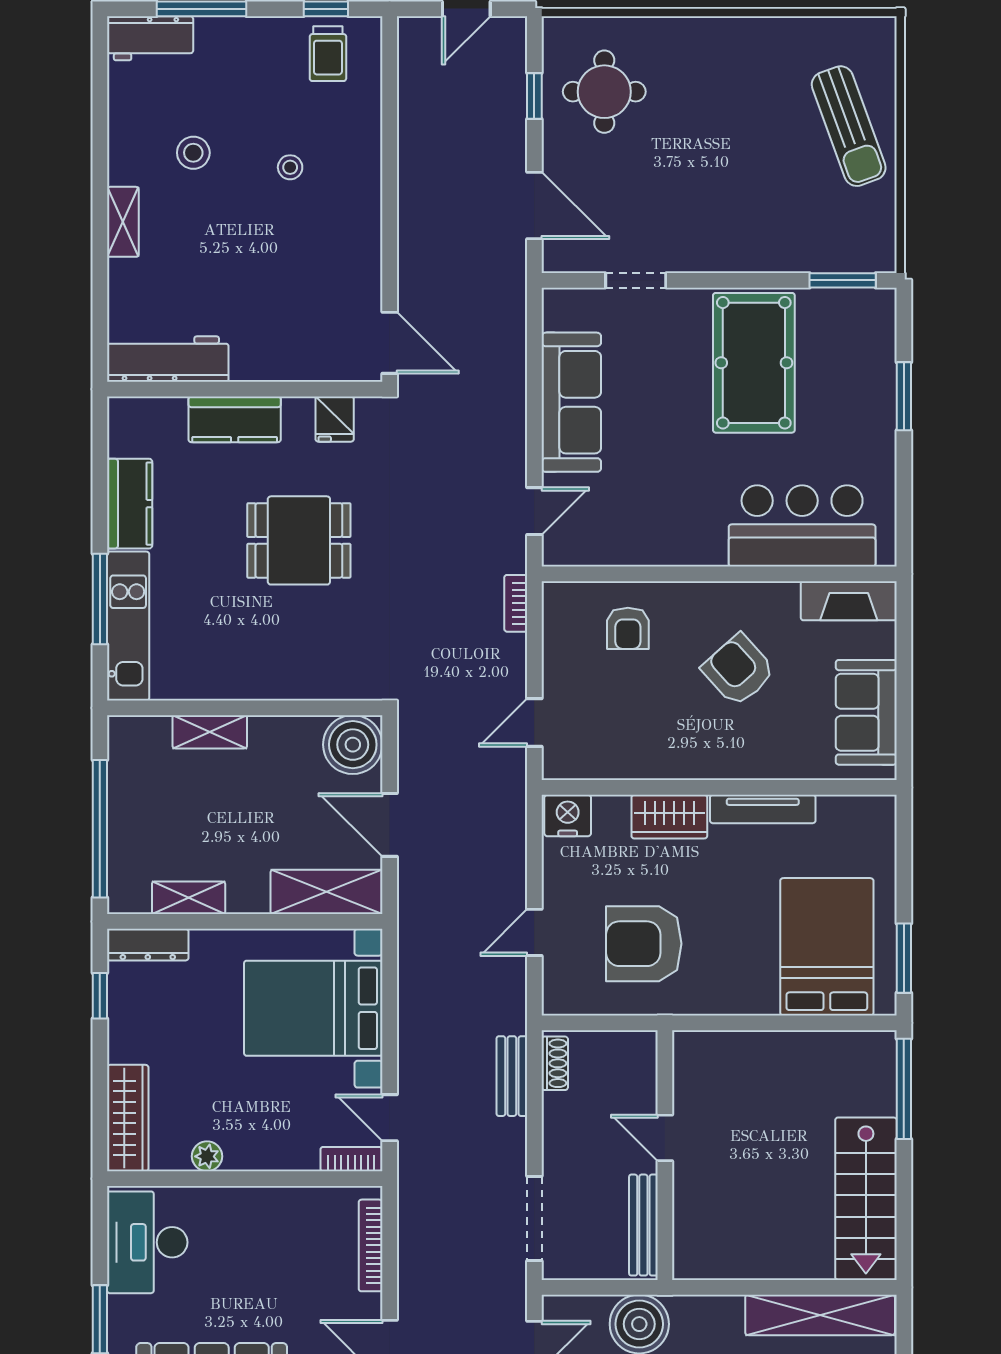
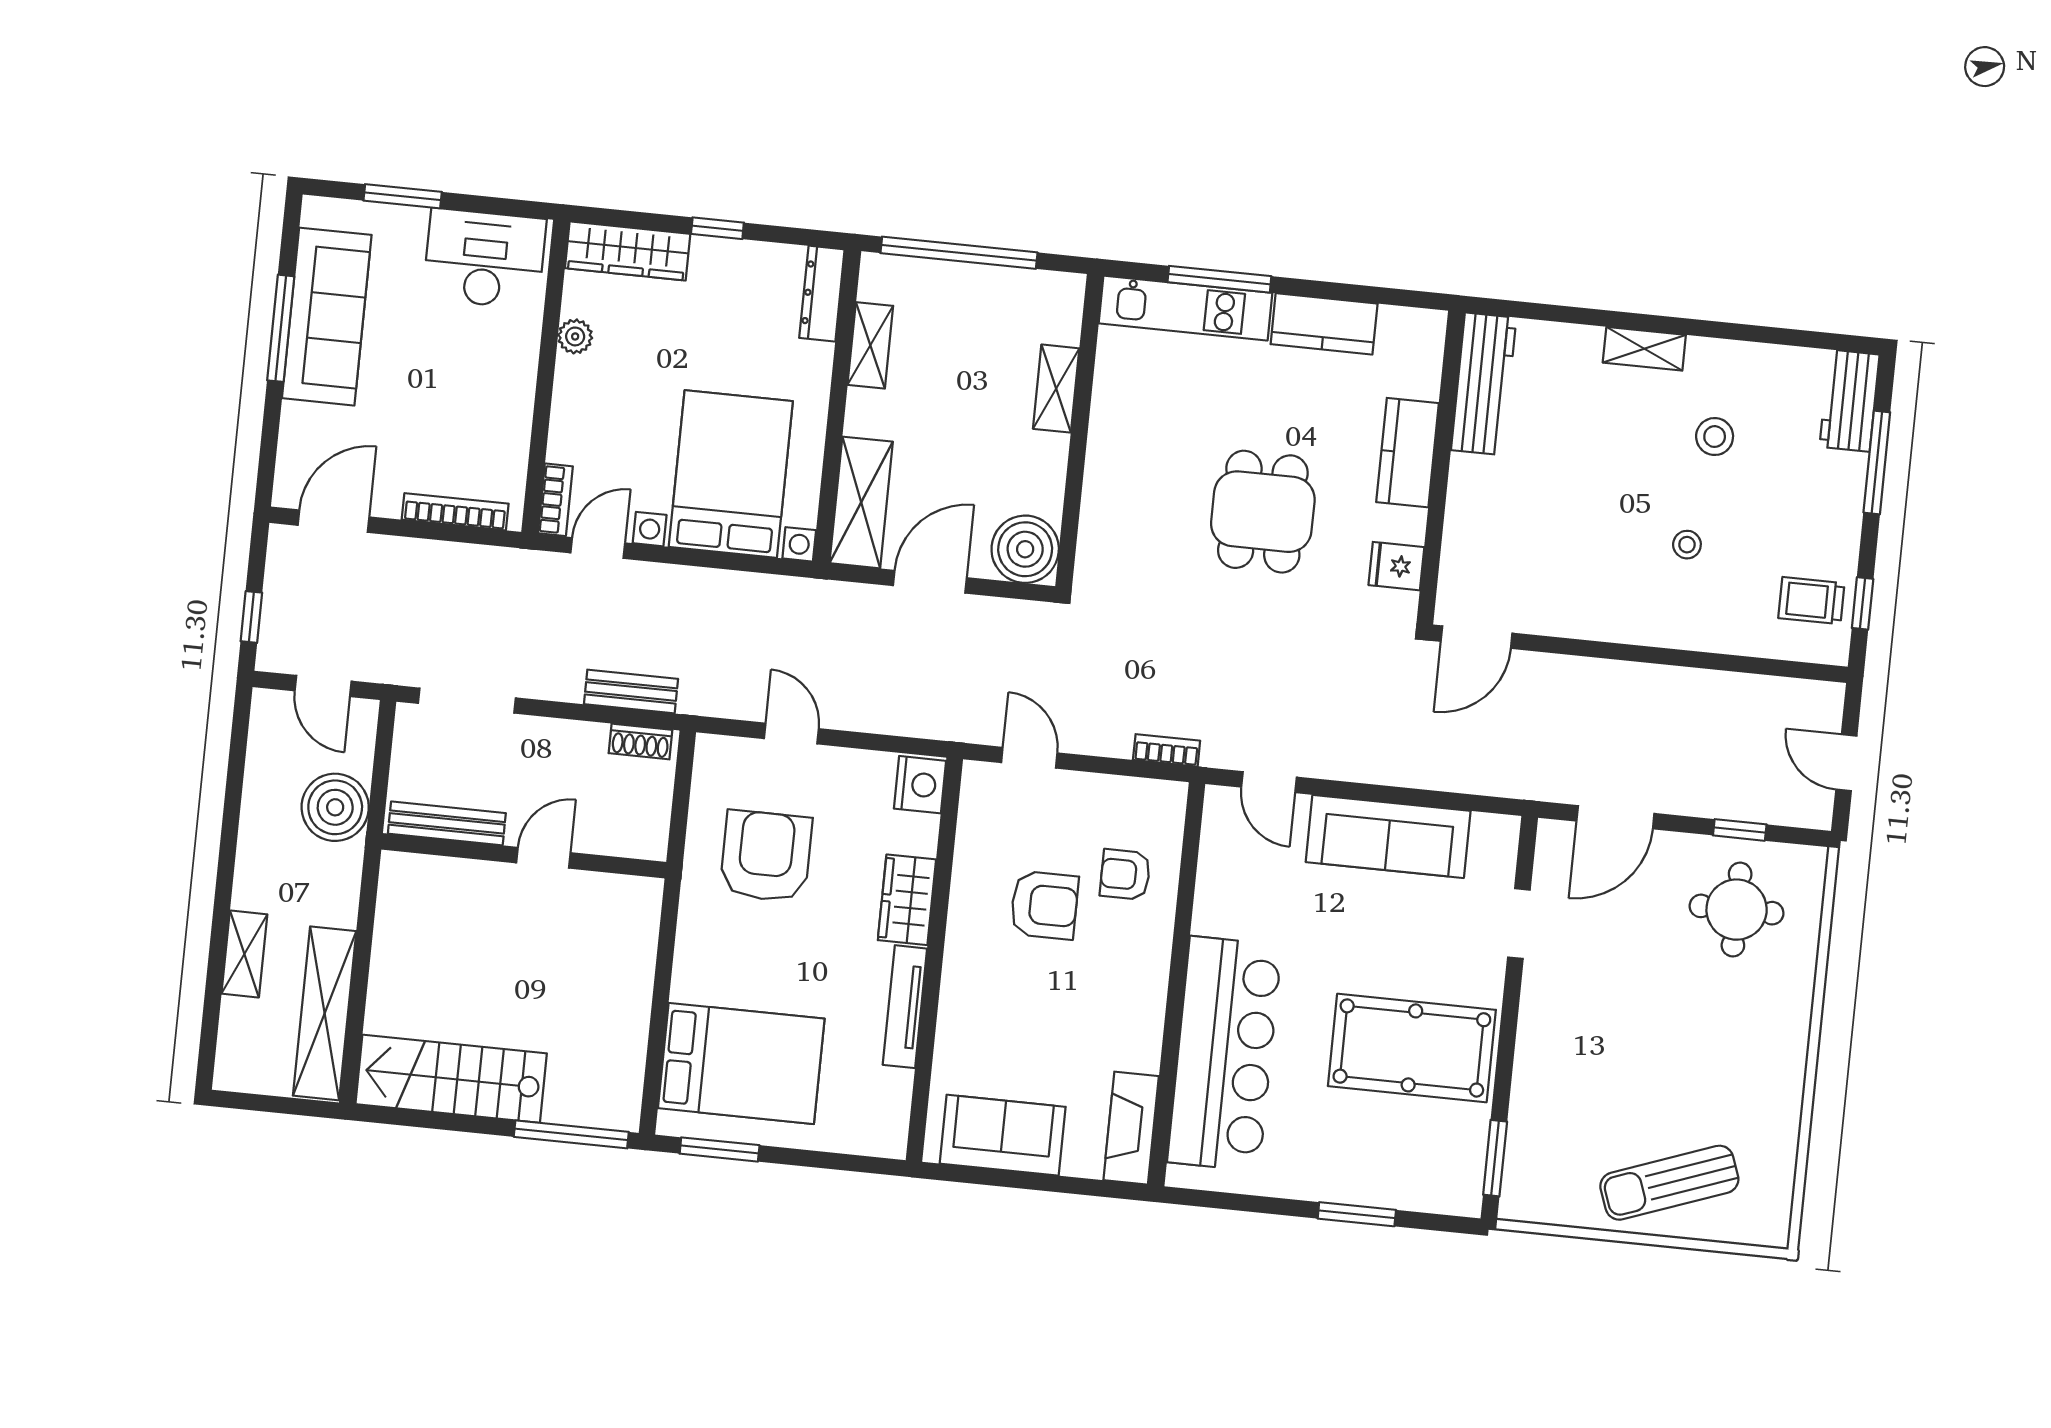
bar counter: (802, 526) -> (1224, 1054), width x1.36
armchair: (738, 670) -> (1044, 905), moved, turned 42
window: (100, 996) -> (717, 228), moved

